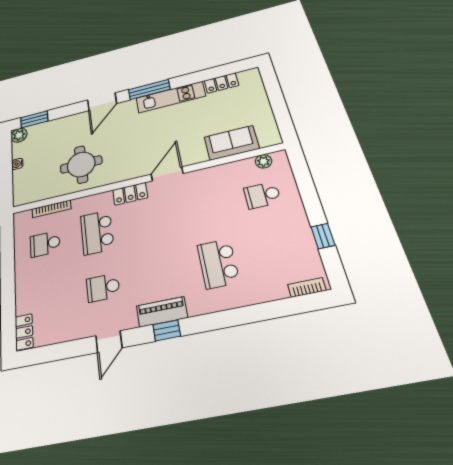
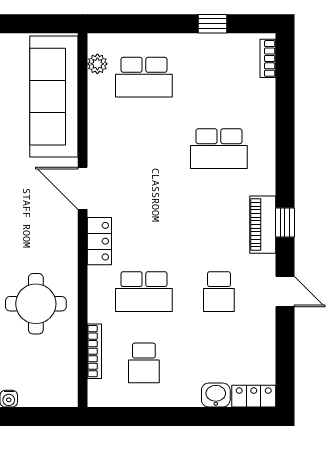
sofa: (232, 143) -> (54, 97), width x1.85, depth x1.27
school desk: (262, 195) -> (144, 77), width x1.85
washbasin: (24, 302) -> (216, 395), added

